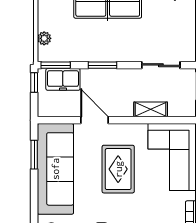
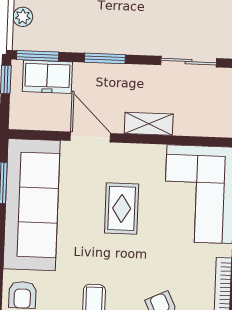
shelving: (151, 109) -> (149, 124), moved
rug: (118, 169) -> (122, 208), width x0.73, depth x0.70

